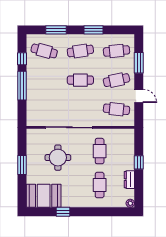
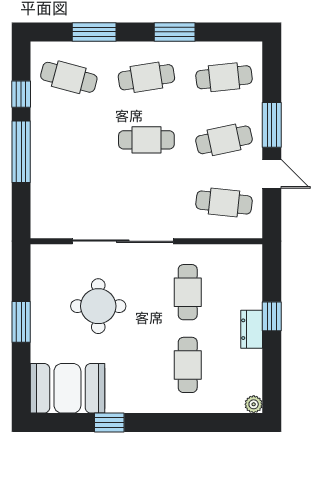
window: (139, 63) -> (272, 125), moved
dresser: (129, 180) -> (252, 329), moved

